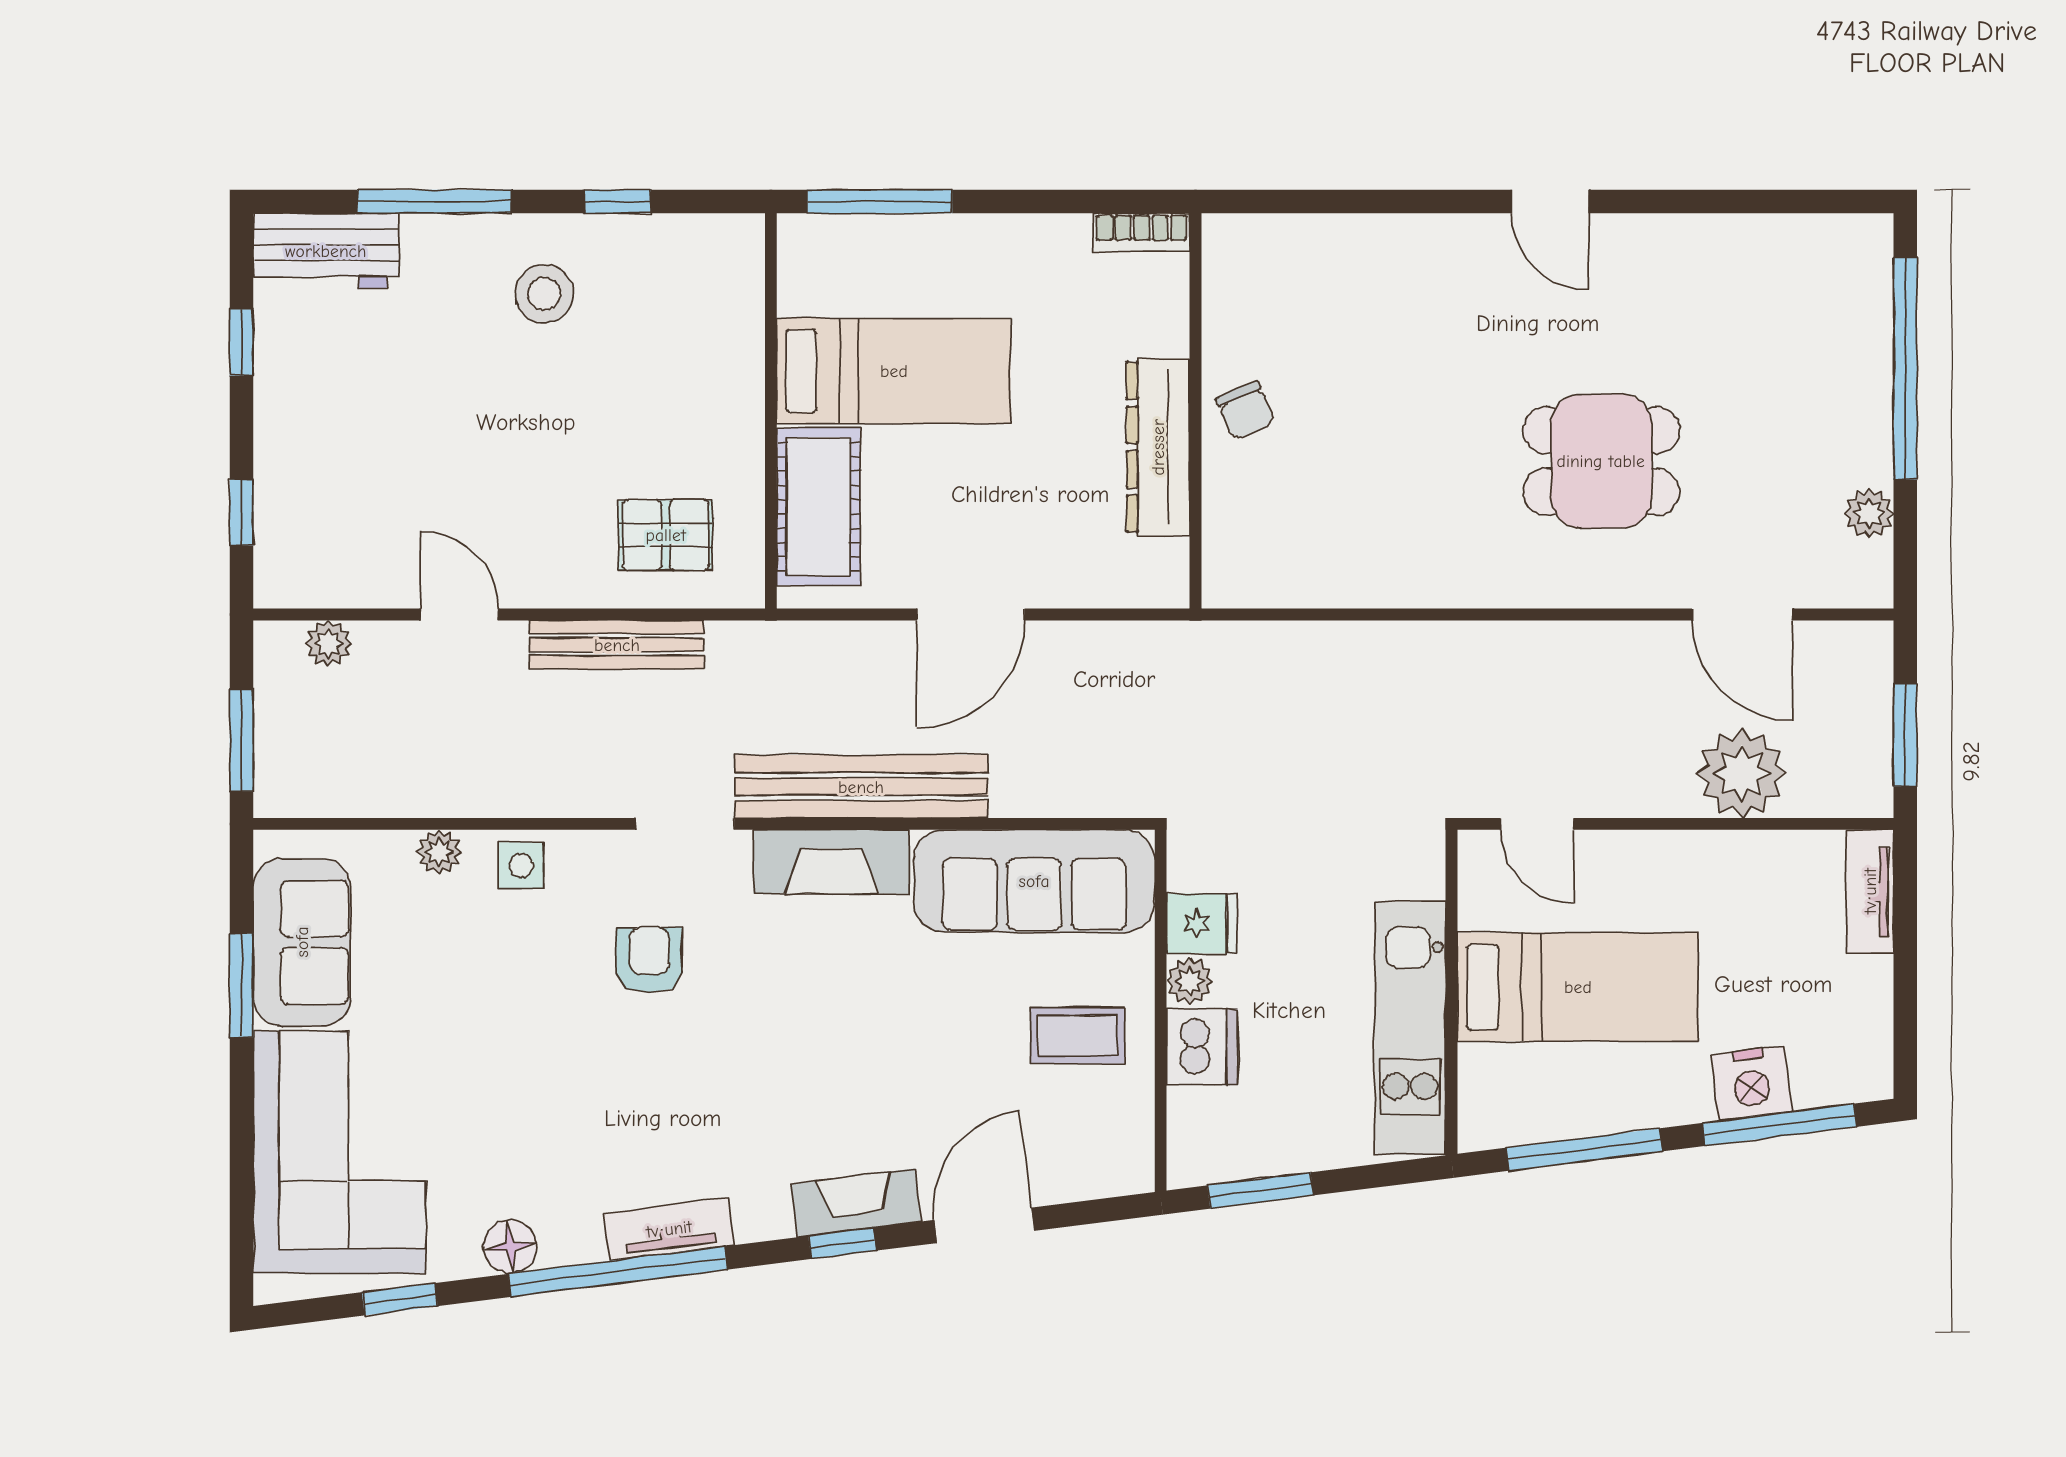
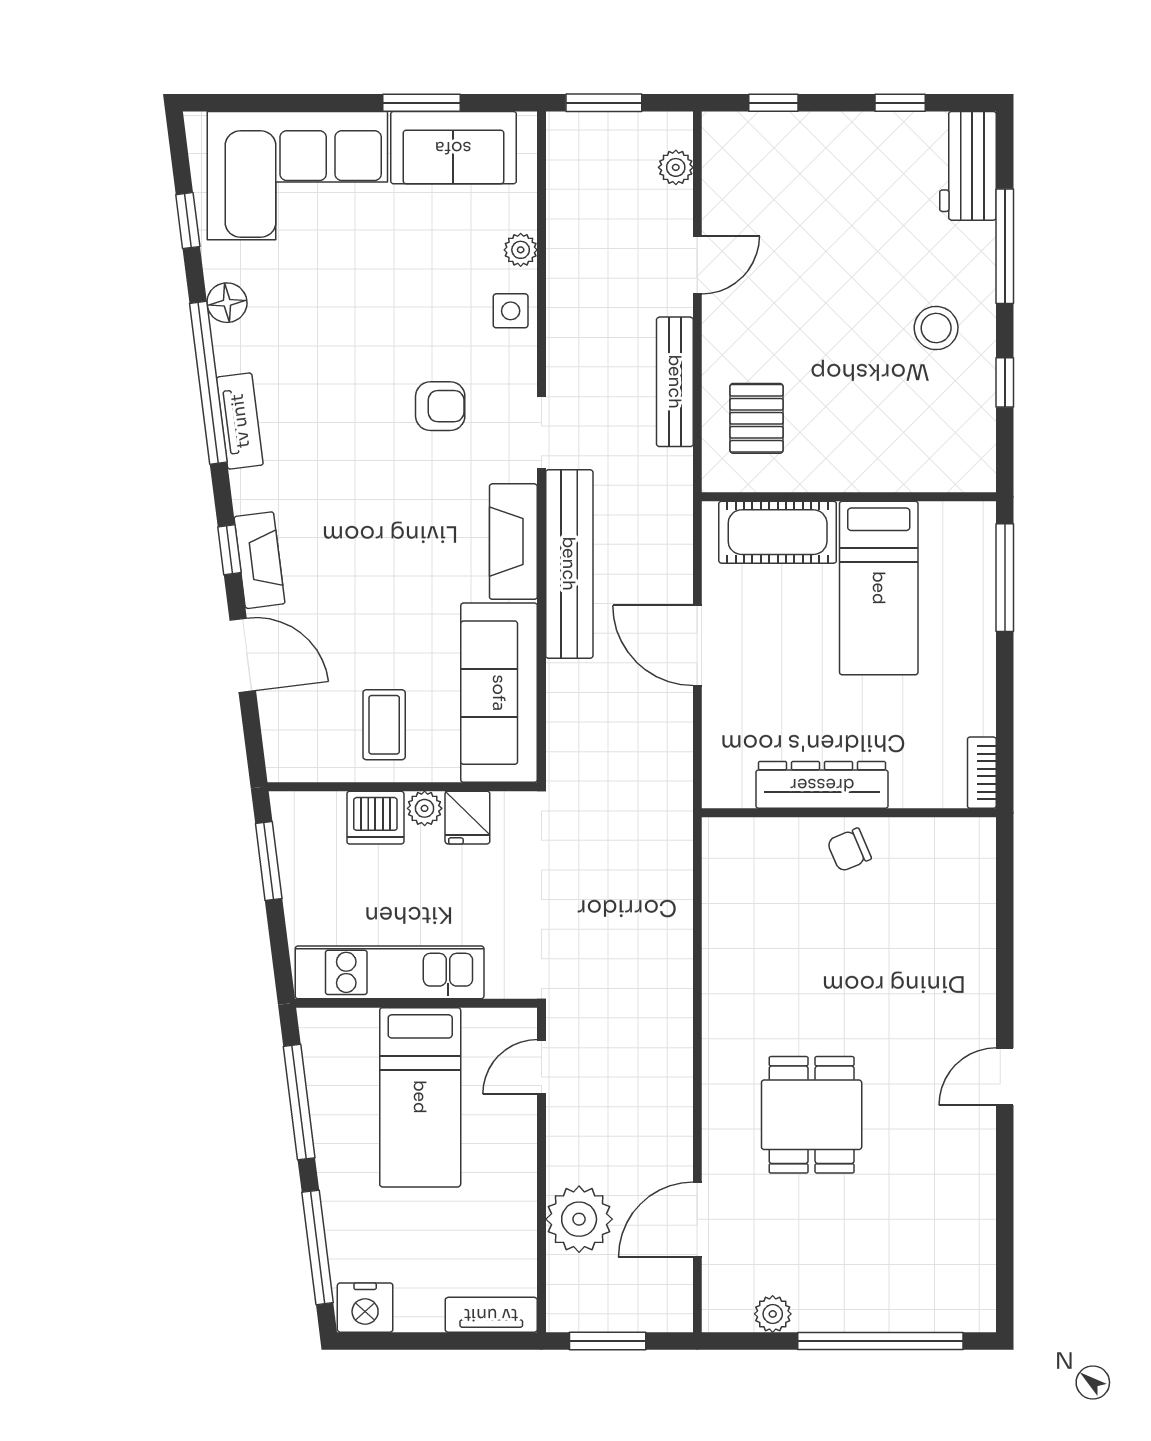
nightstand: (1751, 1083) -> (365, 1308), moved, turned -83

